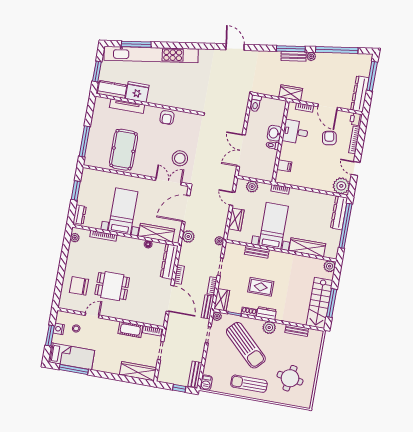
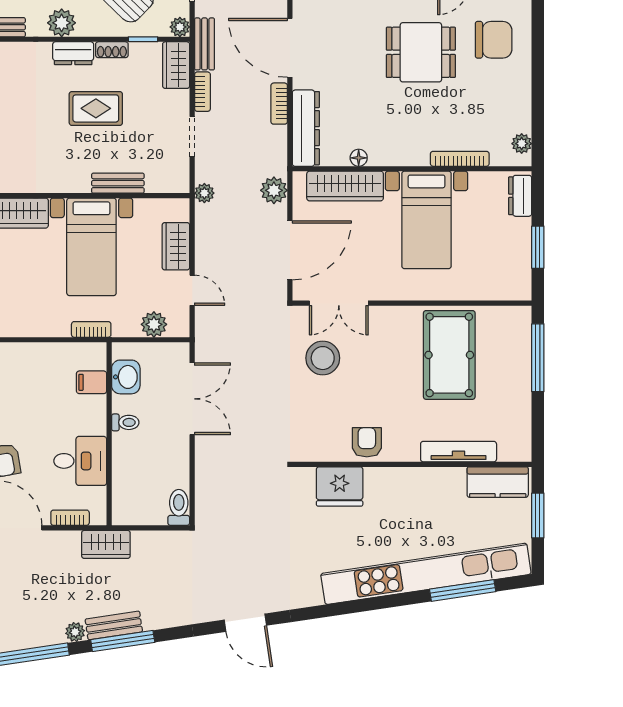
fridge: (137, 92) -> (340, 486), moved
washbasin: (274, 133) -> (126, 377), moved

